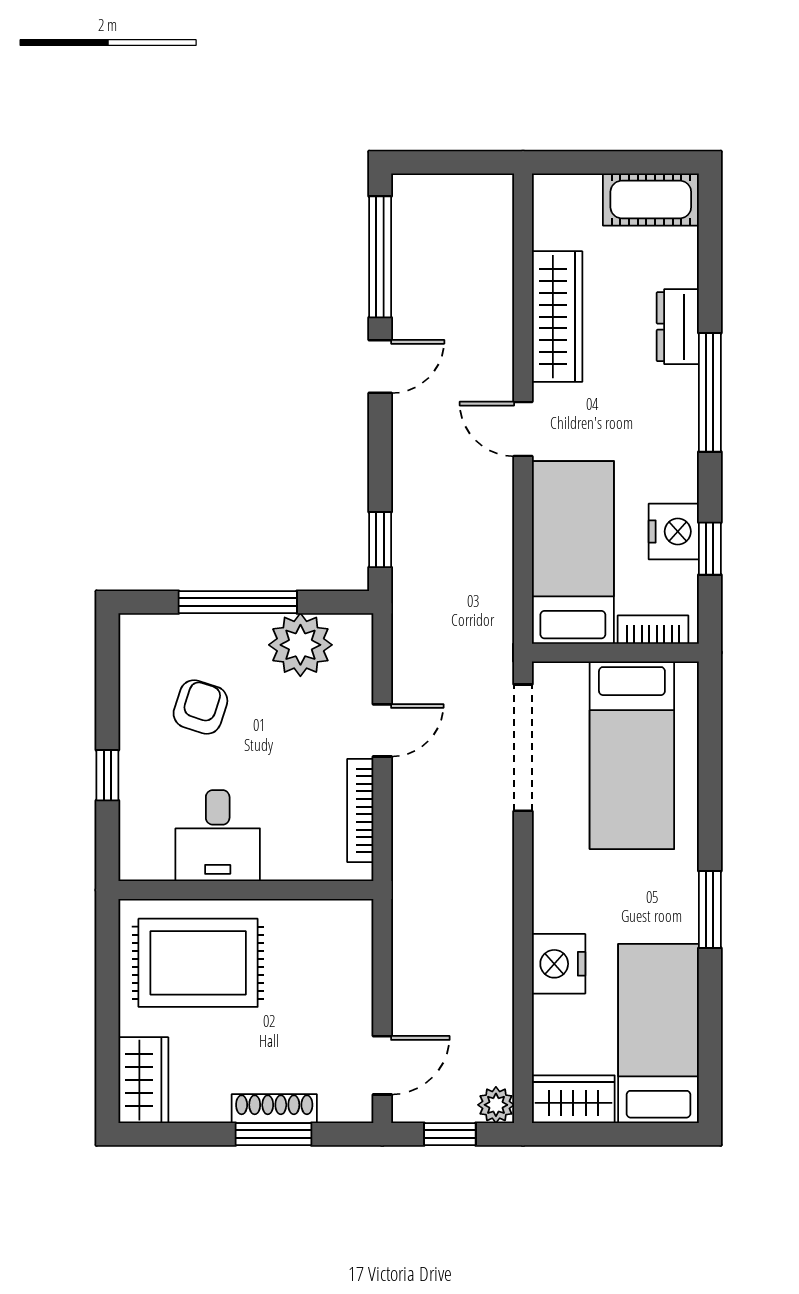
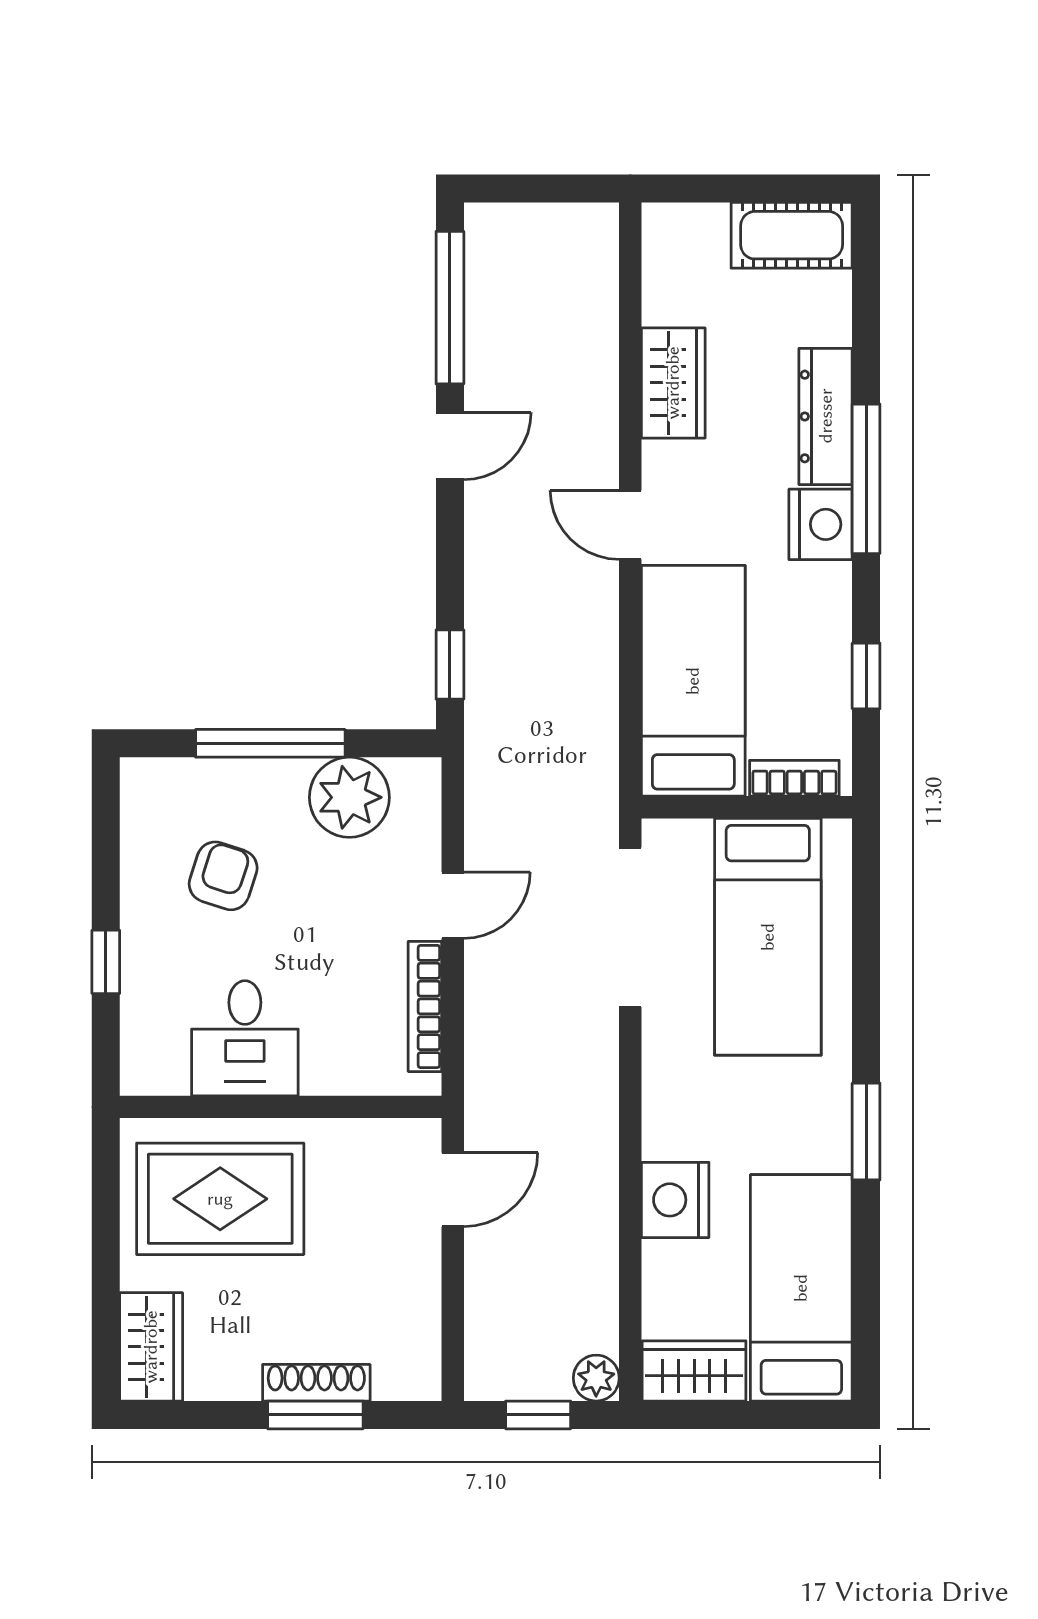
wardrobe: (557, 317) -> (673, 383), width x0.67
dresser: (678, 327) -> (826, 416), width x1.44
nightstand: (674, 531) -> (821, 524), moved
door: (382, 1065) -> (453, 1190), moved

